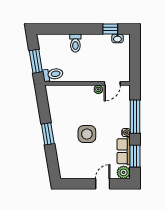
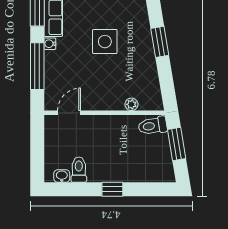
window: (110, 29) -> (112, 189), moved
toilet: (75, 43) -> (79, 170), moved
plant: (98, 89) -> (131, 104), moved

